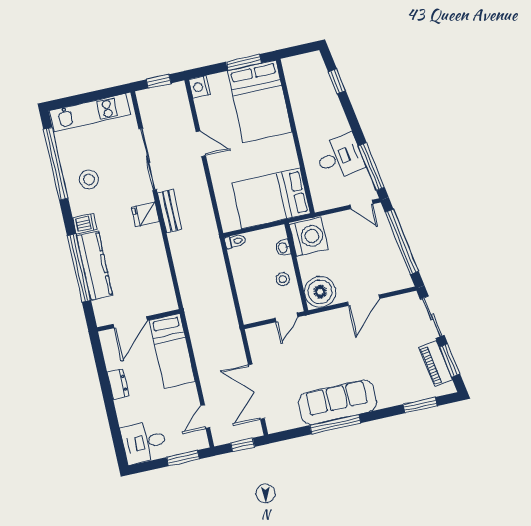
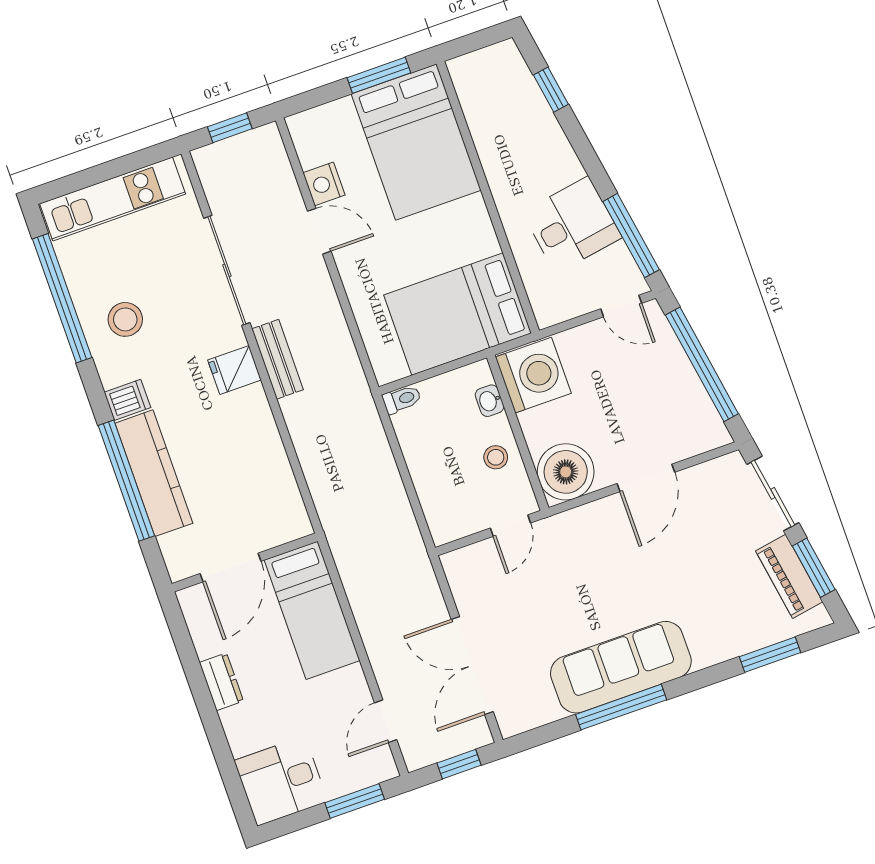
nightstand: (200, 87) -> (324, 184), moved

